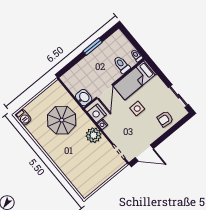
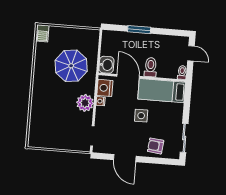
door: (130, 38) -> (191, 53), added
window: (93, 47) -> (139, 30), moved
toilet: (122, 65) -> (151, 67), moved
door: (105, 91) -> (128, 76), swing flipped
door: (144, 153) -> (125, 158), moved

